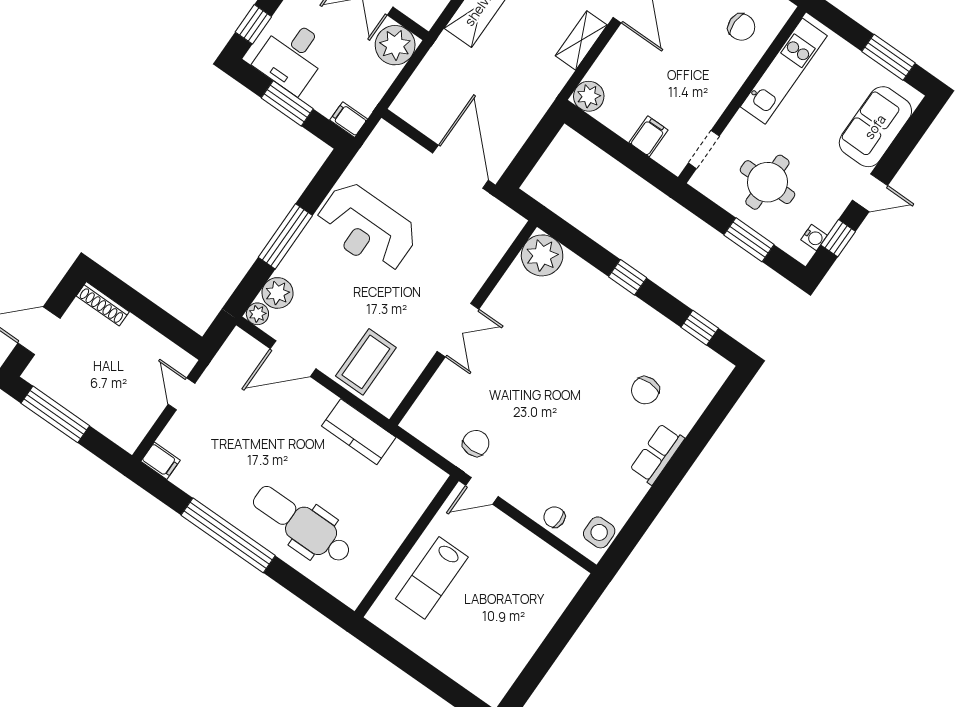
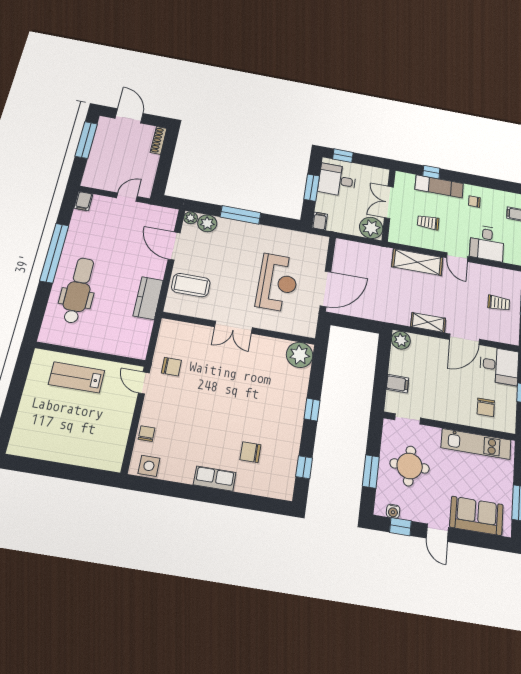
reception desk: (367, 228) -> (278, 283), moved, turned 180

